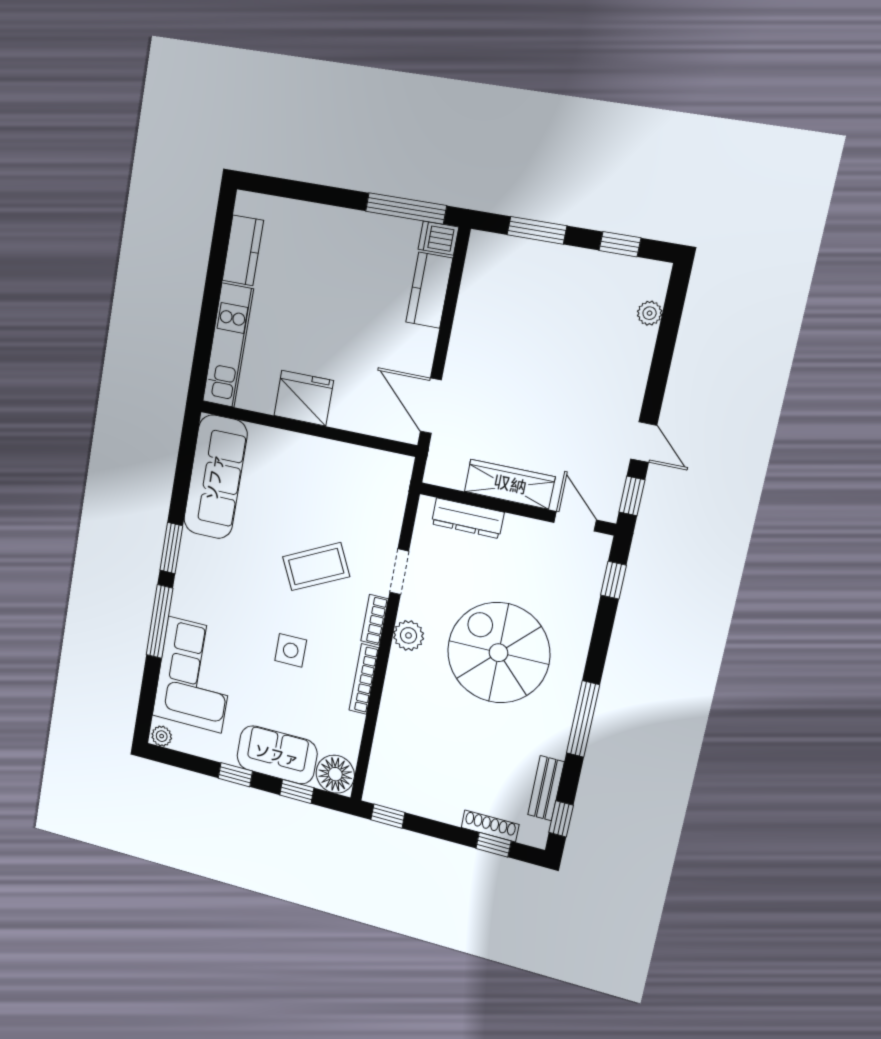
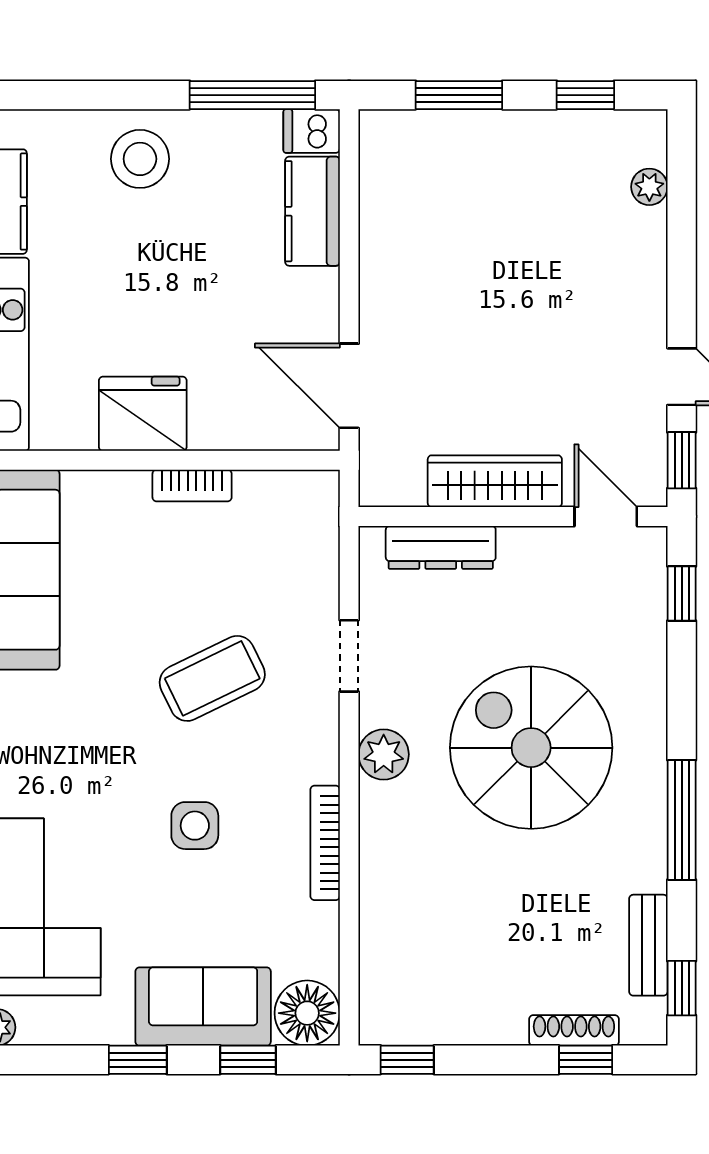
stool: (330, 238) -> (140, 159), added
bookcase: (374, 620) -> (192, 486), moved, turned -90

